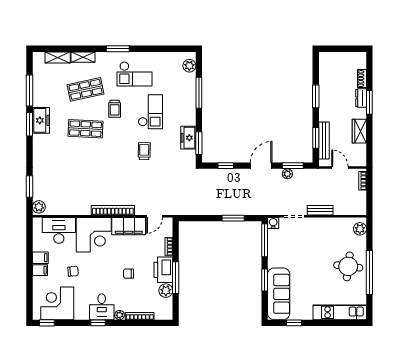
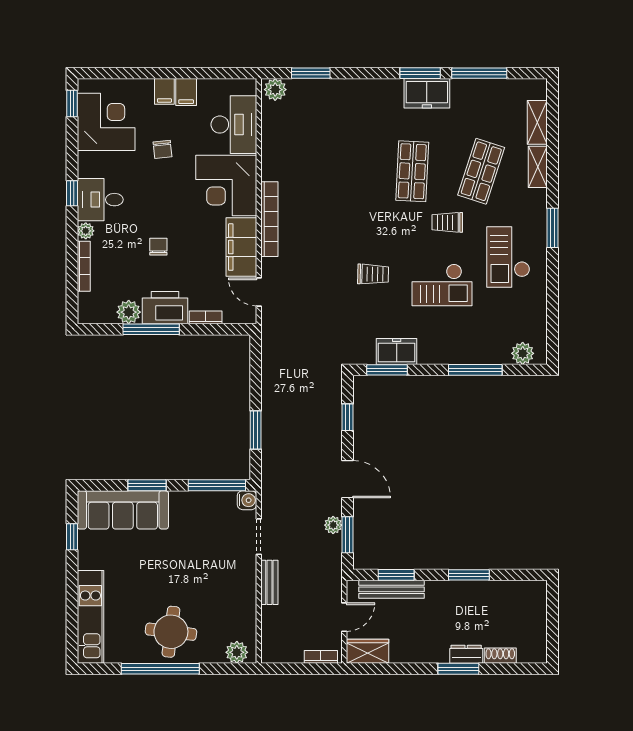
shop shelf: (85, 89) -> (481, 171), turned 30
wardrobe: (359, 131) -> (367, 651), moved

